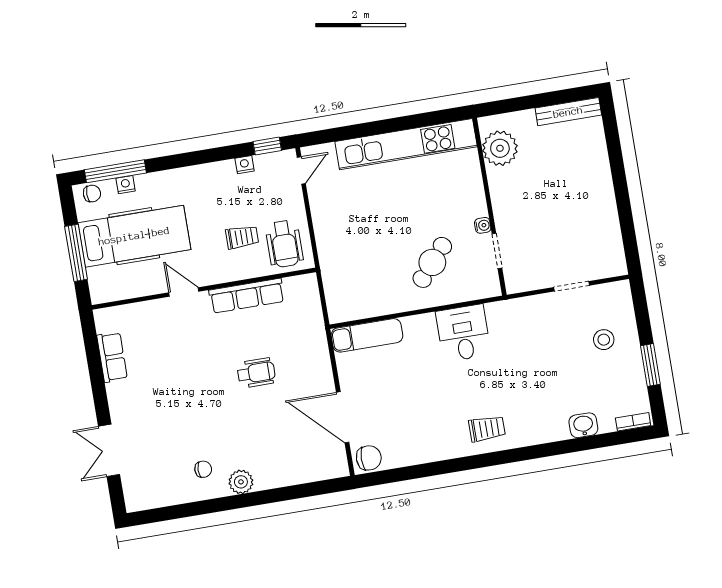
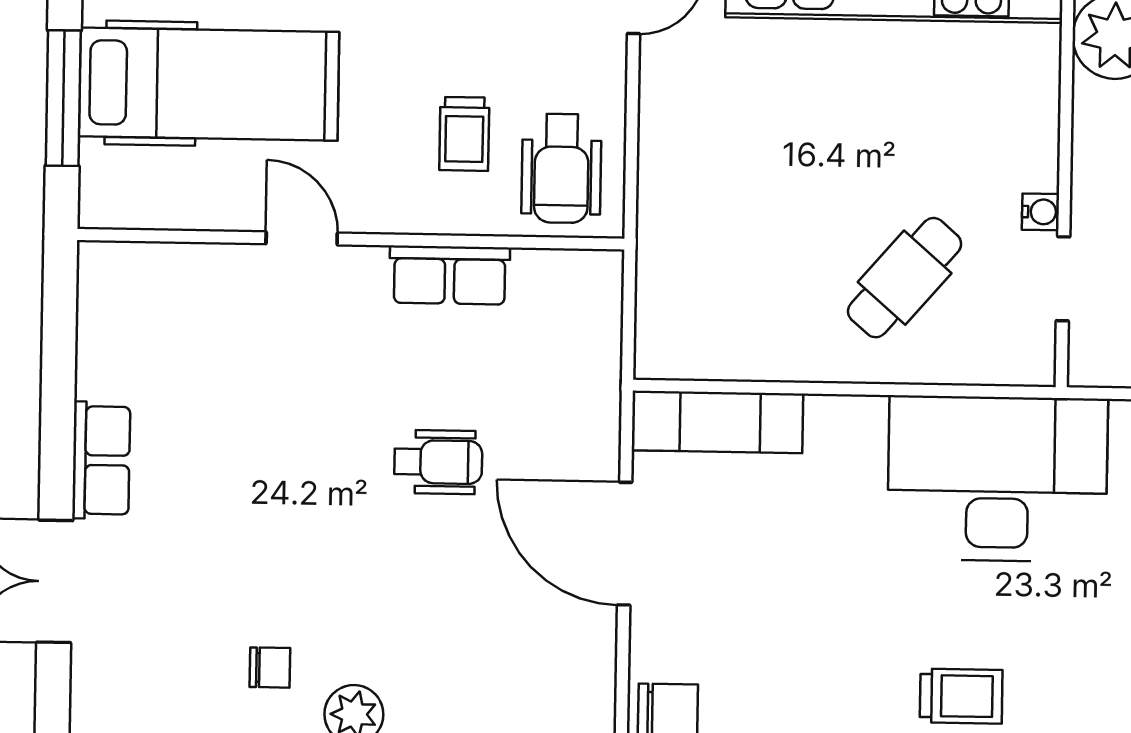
trolley: (242, 237) -> (464, 134), turned 90
row of seats: (247, 296) -> (450, 275), width x0.68
desk: (463, 333) -> (997, 479), width x1.87, depth x1.30
row of seats: (112, 357) -> (101, 460), moved
door: (343, 417) -> (625, 544), moved

